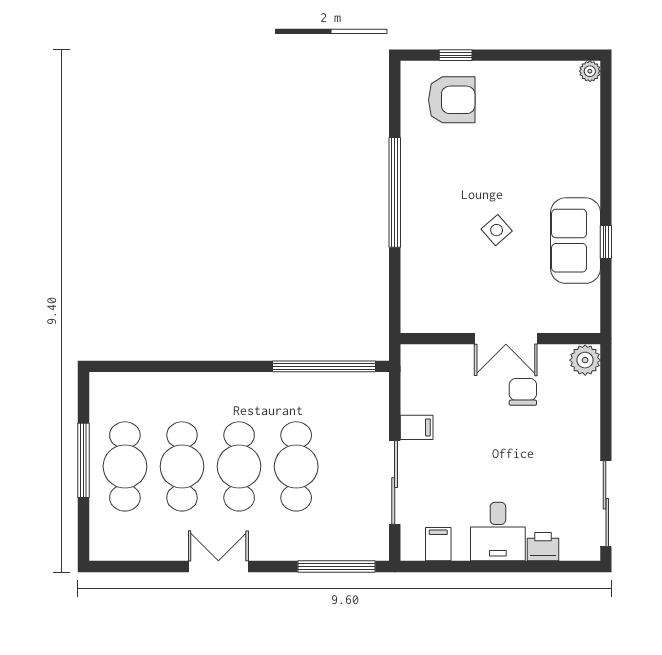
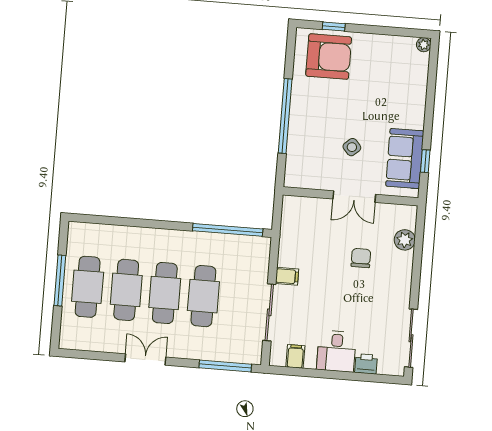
armchair: (452, 100) -> (329, 57), width x1.36, depth x1.36
wall: (500, 339) -> (350, 196), moved
double door: (506, 339) -> (354, 197), moved

